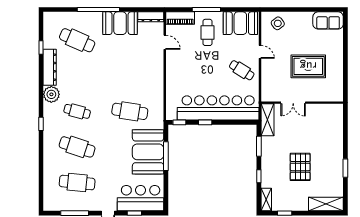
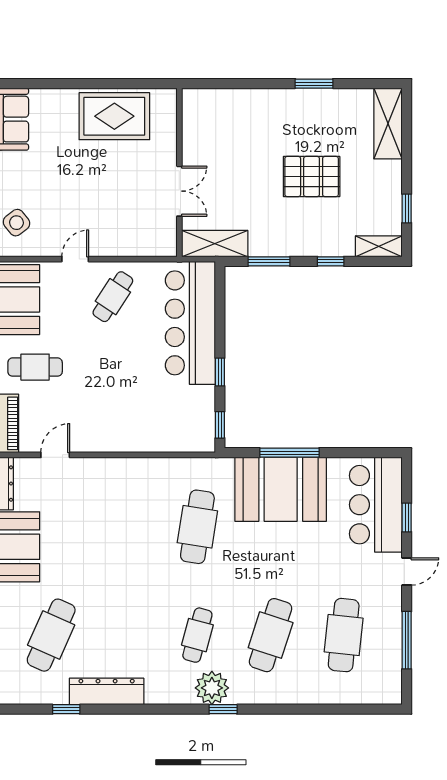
rug: (308, 66) -> (114, 116), moved, turned 90
plant: (51, 94) -> (212, 688), moved
bar counter: (218, 108) -> (190, 323), width x0.73

